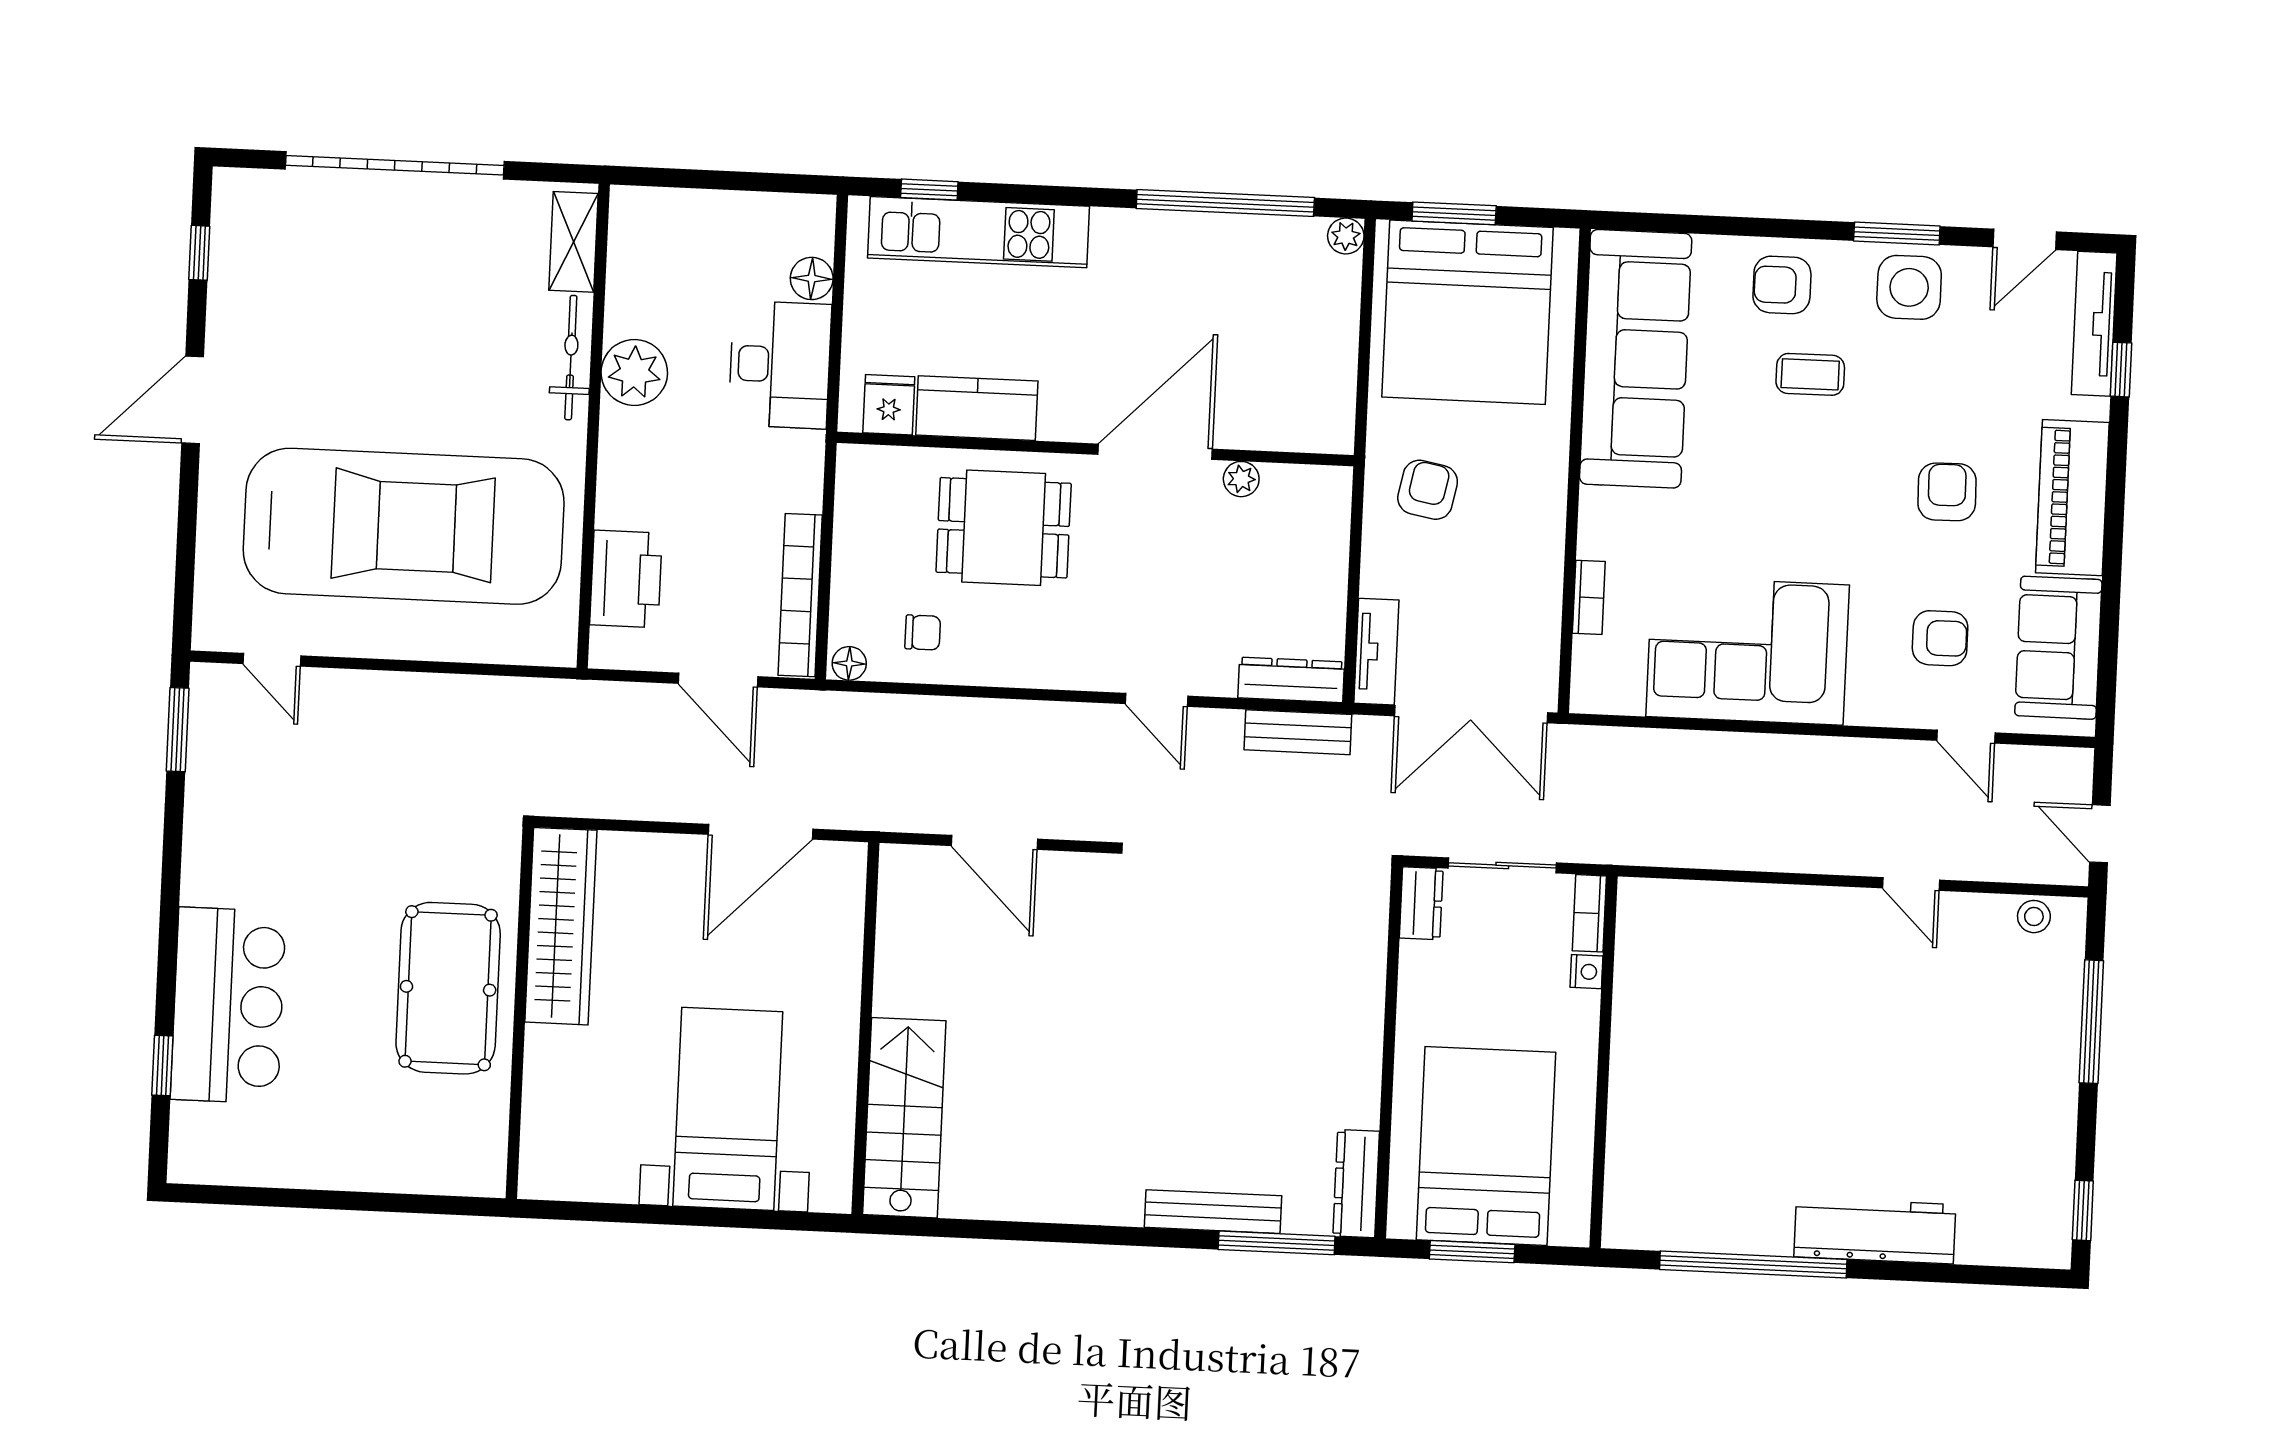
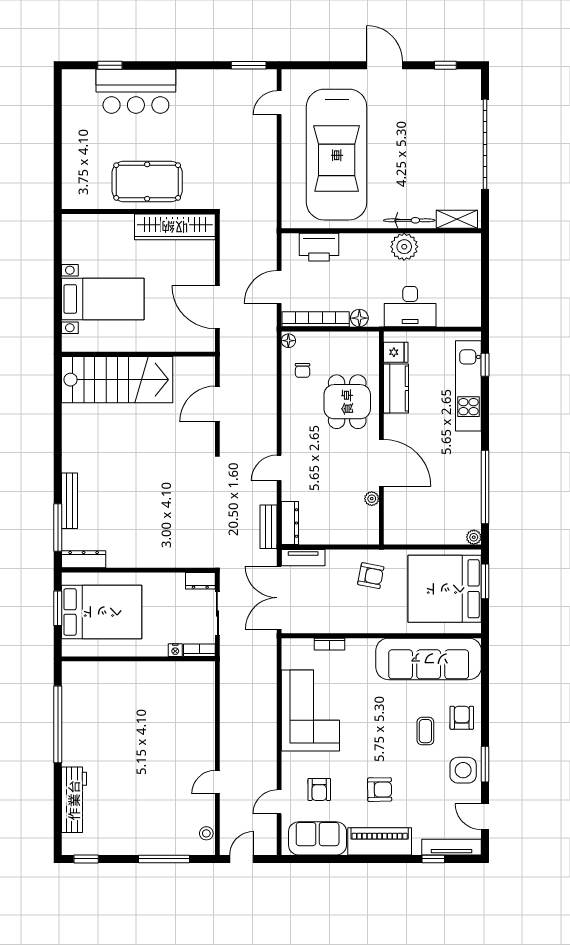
floor lamp: (812, 278) -> (359, 318), moved
stairs: (904, 1118) -> (117, 380), width x1.36, depth x1.51
workbench: (1875, 1231) -> (74, 800), moved

